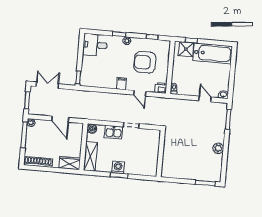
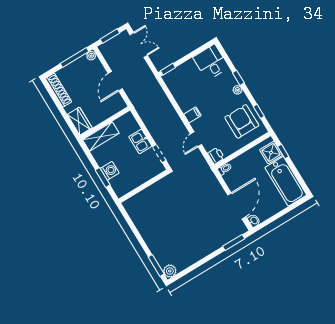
armchair: (145, 62) -> (242, 121), moved
door: (205, 99) -> (237, 206), width x1.87
boiler: (92, 129) -> (128, 118), removed
plant: (218, 148) -> (170, 271), moved
wall: (161, 153) -> (144, 186), moved

